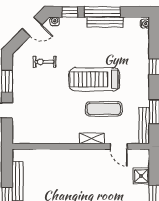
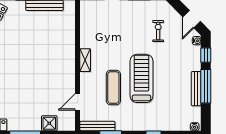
shelving: (92, 138) -> (85, 60), moved

